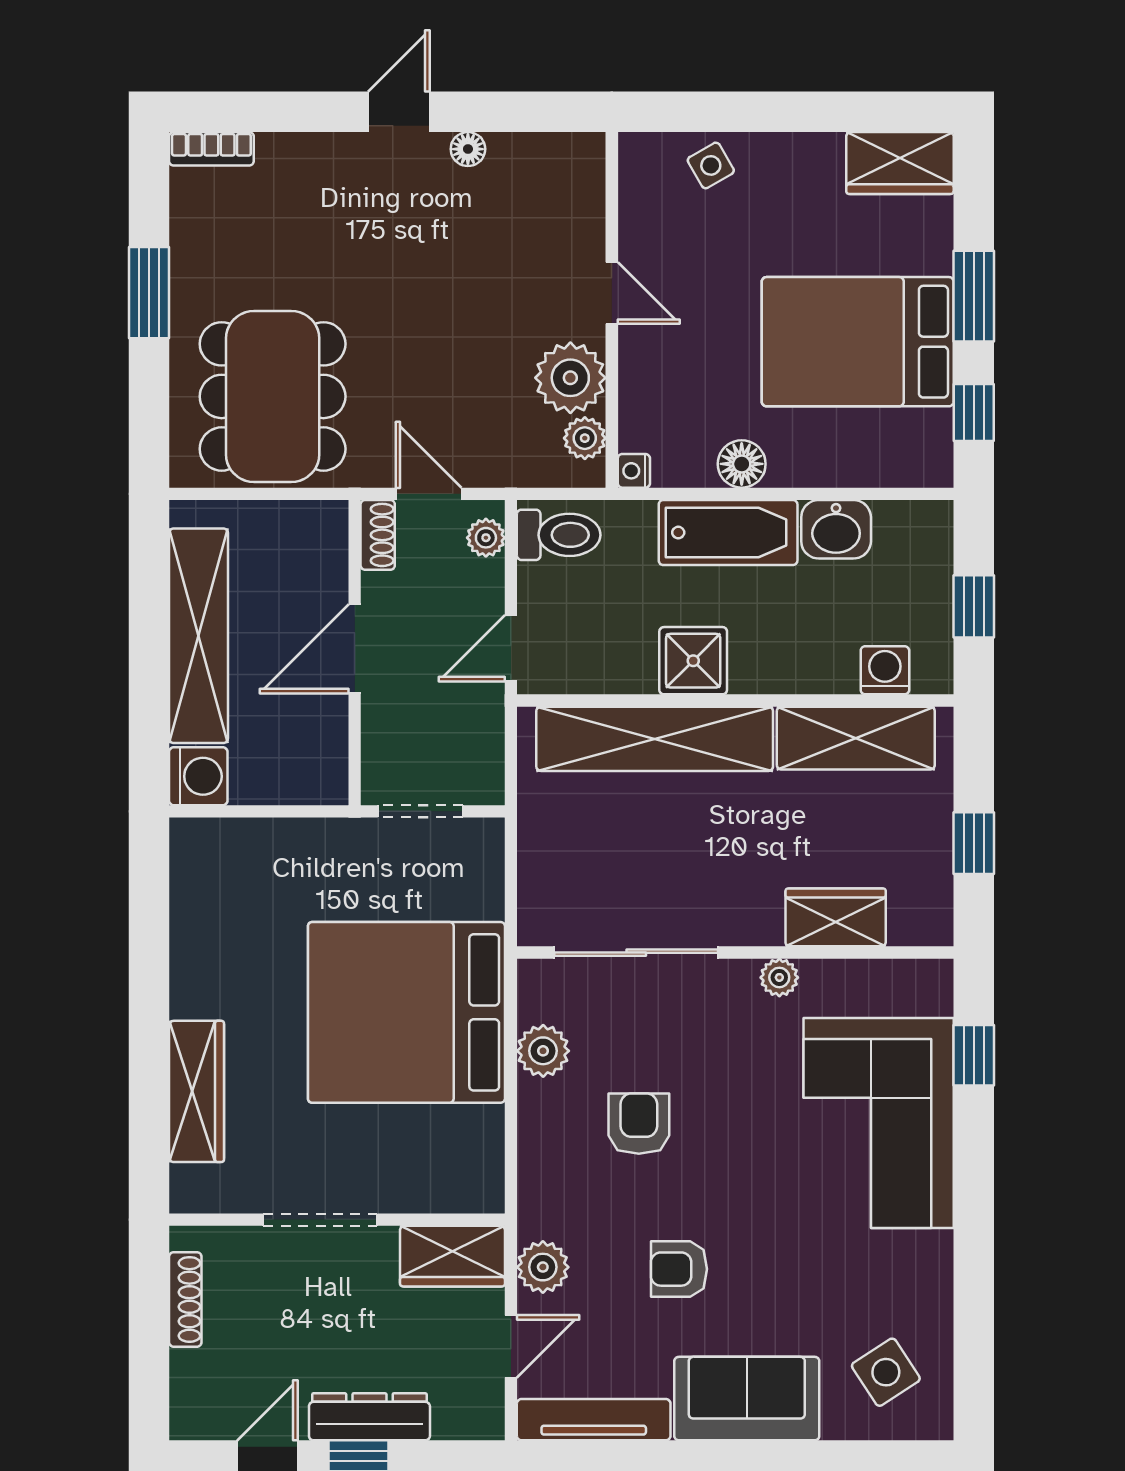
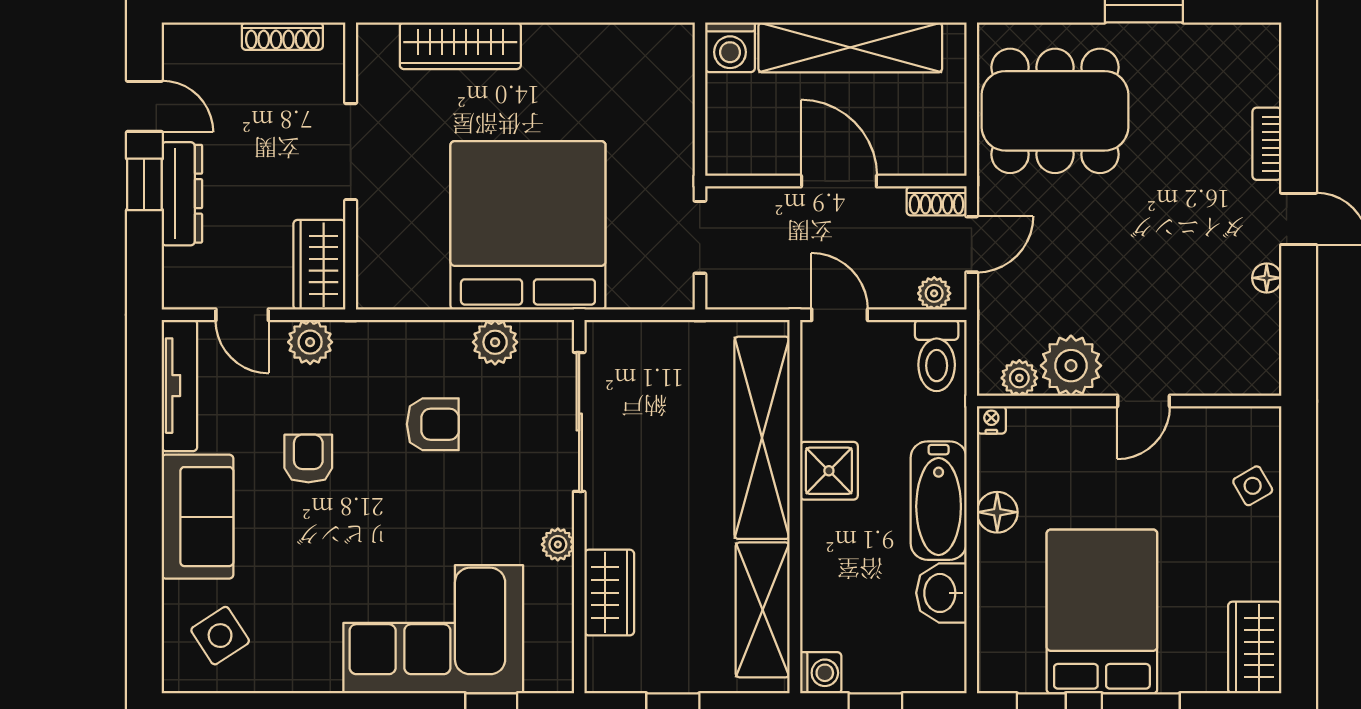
bookcase: (211, 149) -> (1267, 144), moved
washing machine: (885, 670) -> (821, 673), moved

